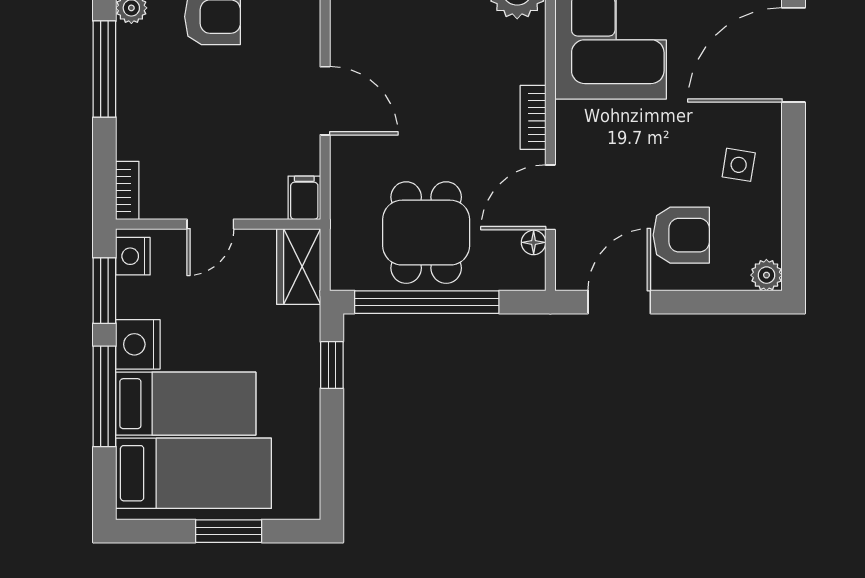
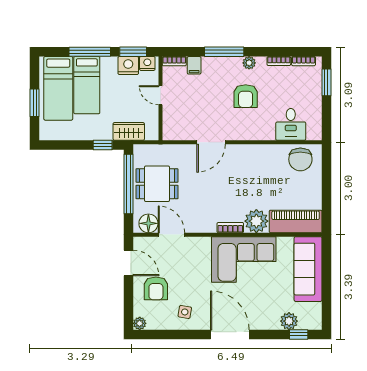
bookcase: (533, 117) -> (230, 228), moved
filing cabinet: (304, 198) -> (194, 65), moved, turned 90
floor lamp: (534, 242) -> (148, 223), width x1.89, depth x1.89
wardrobe: (299, 266) -> (129, 131), moved
nightstand: (138, 344) -> (128, 66), moved

